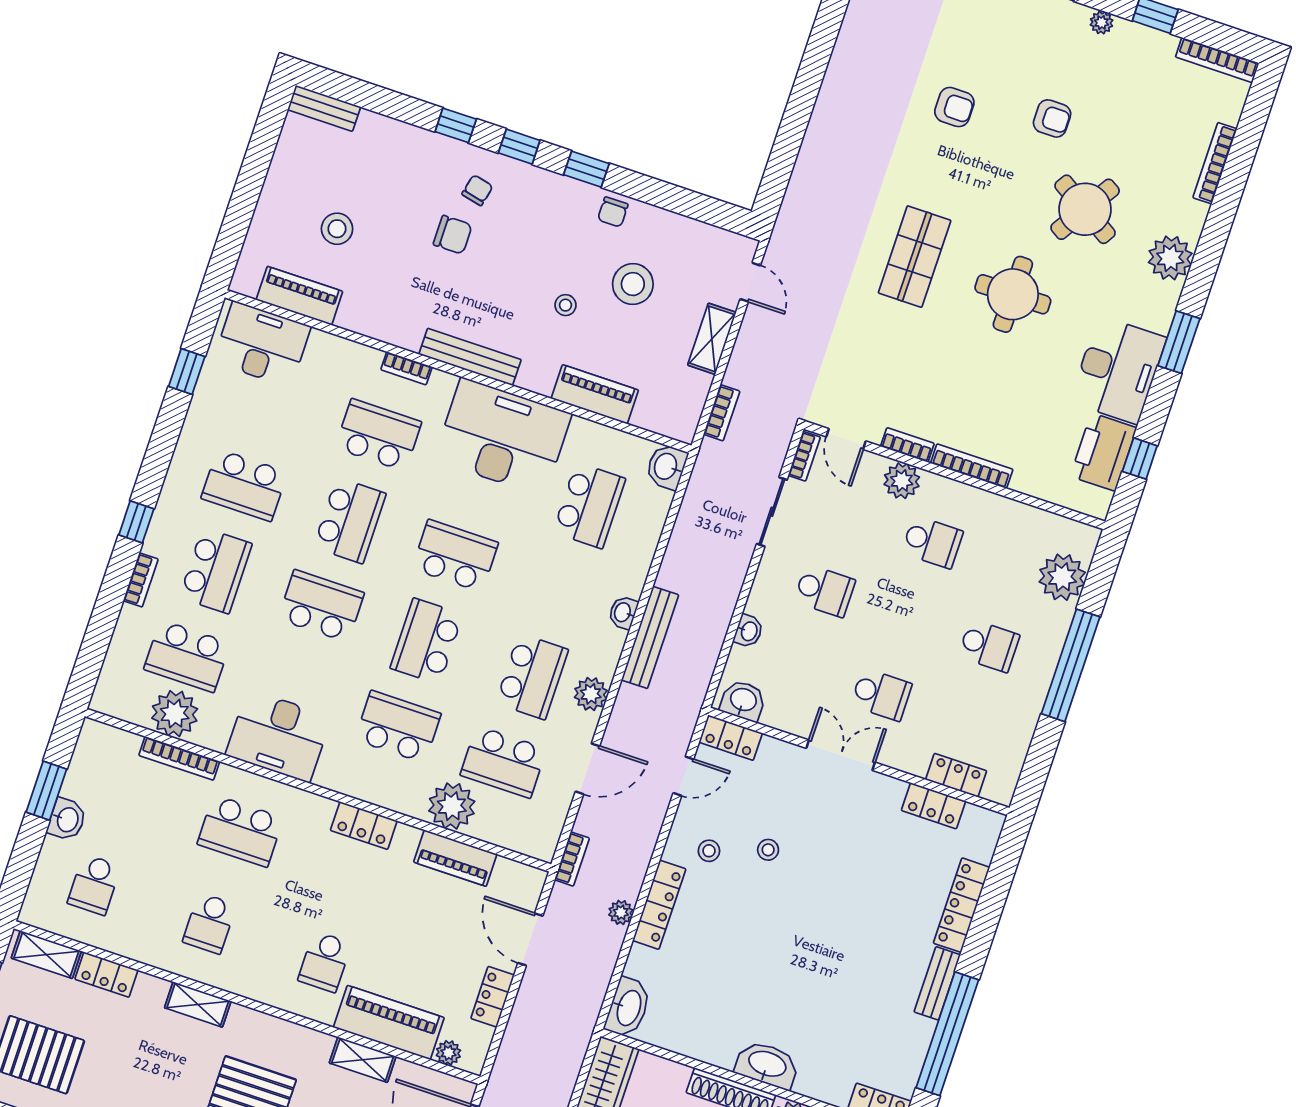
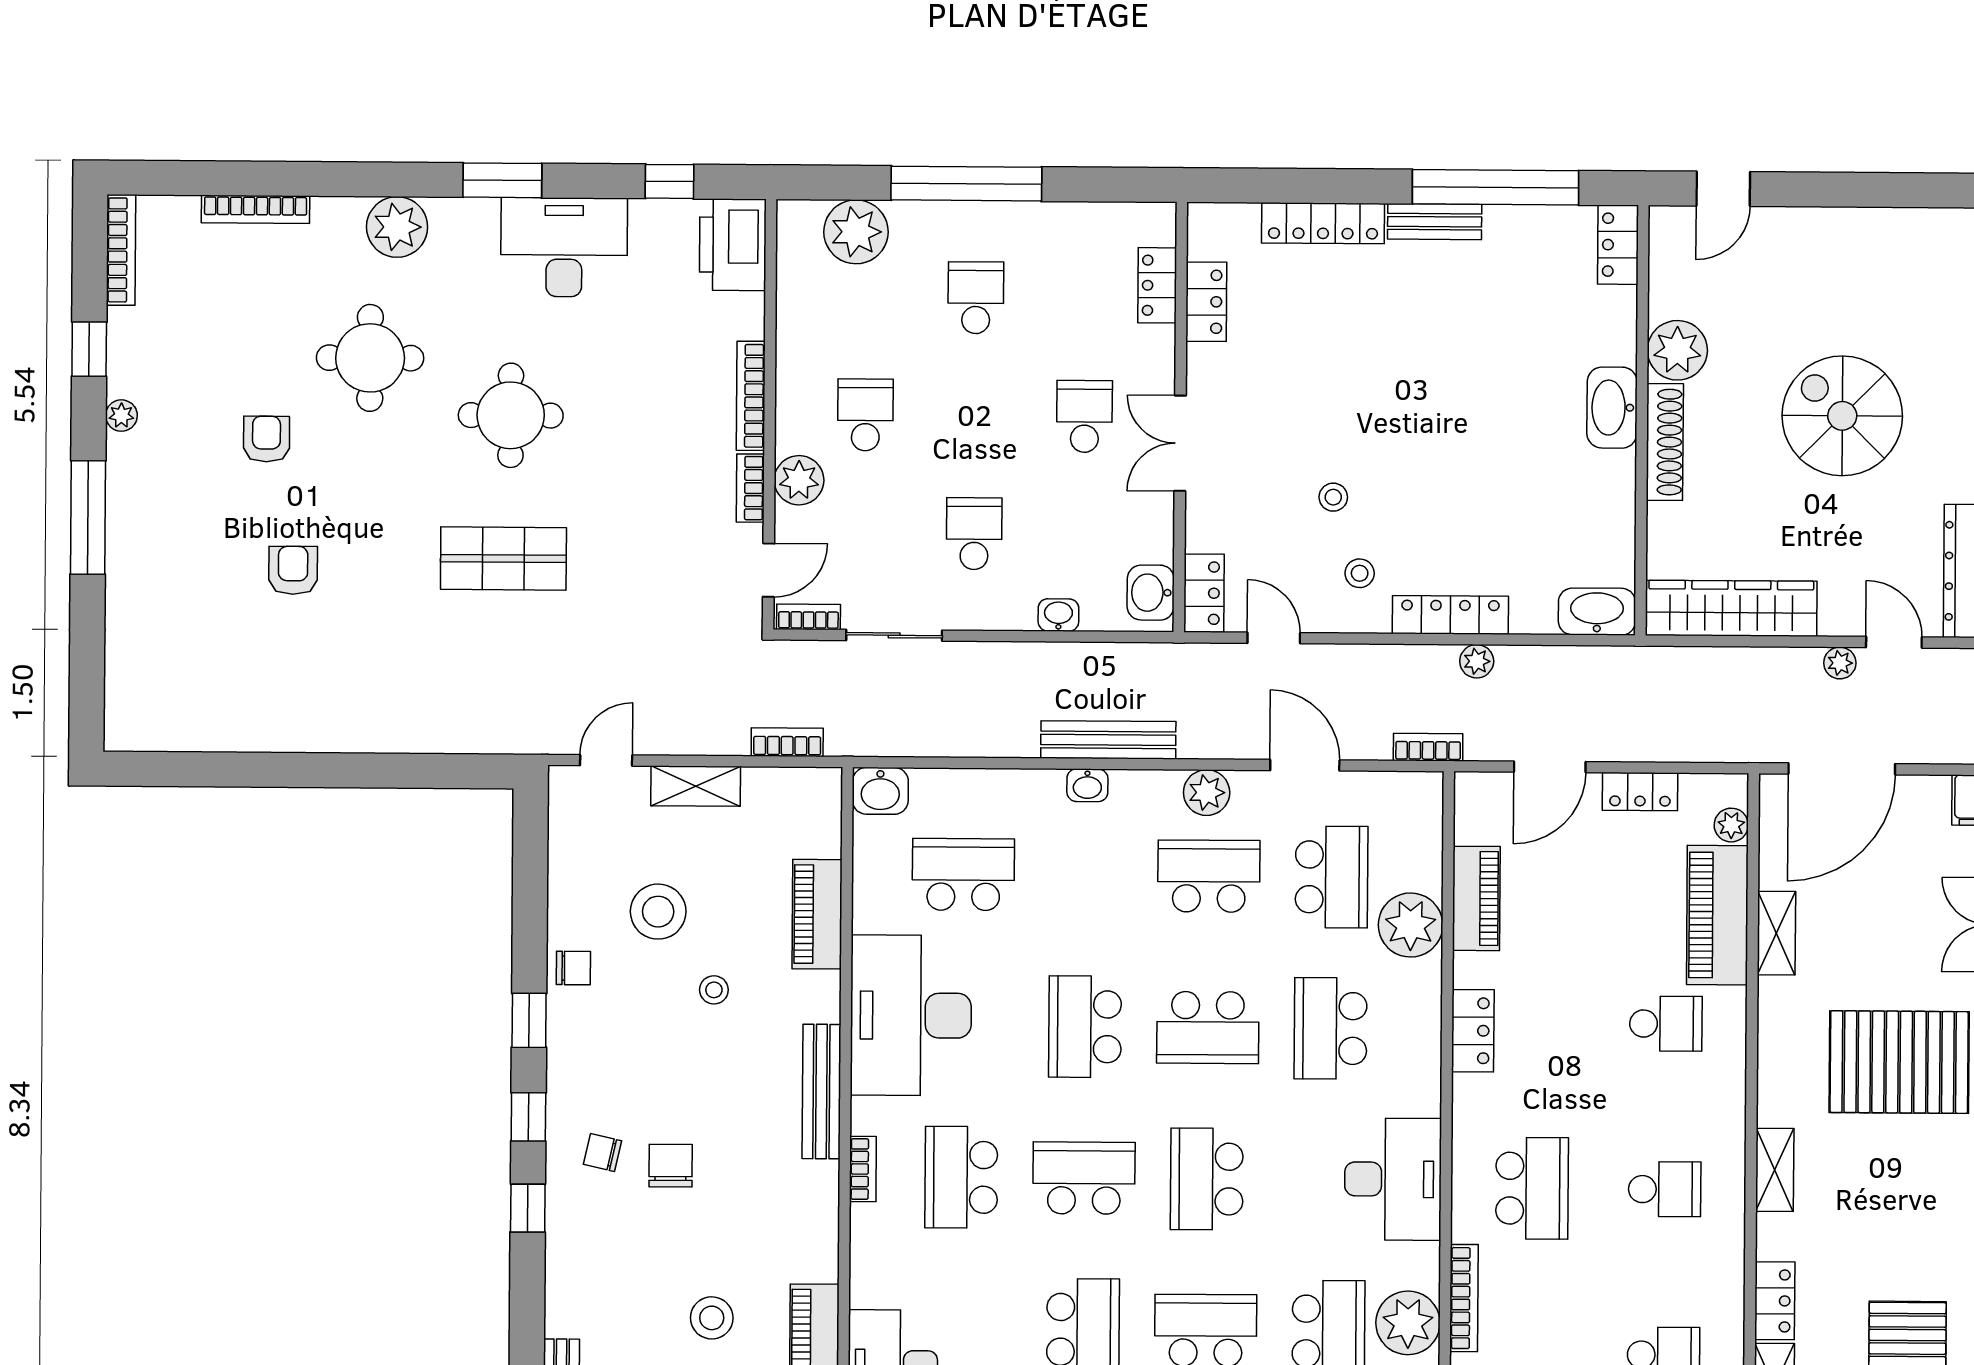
round table: (1085, 209) -> (370, 358), turned -32
printer: (1103, 452) -> (733, 245), moved, turned 90

